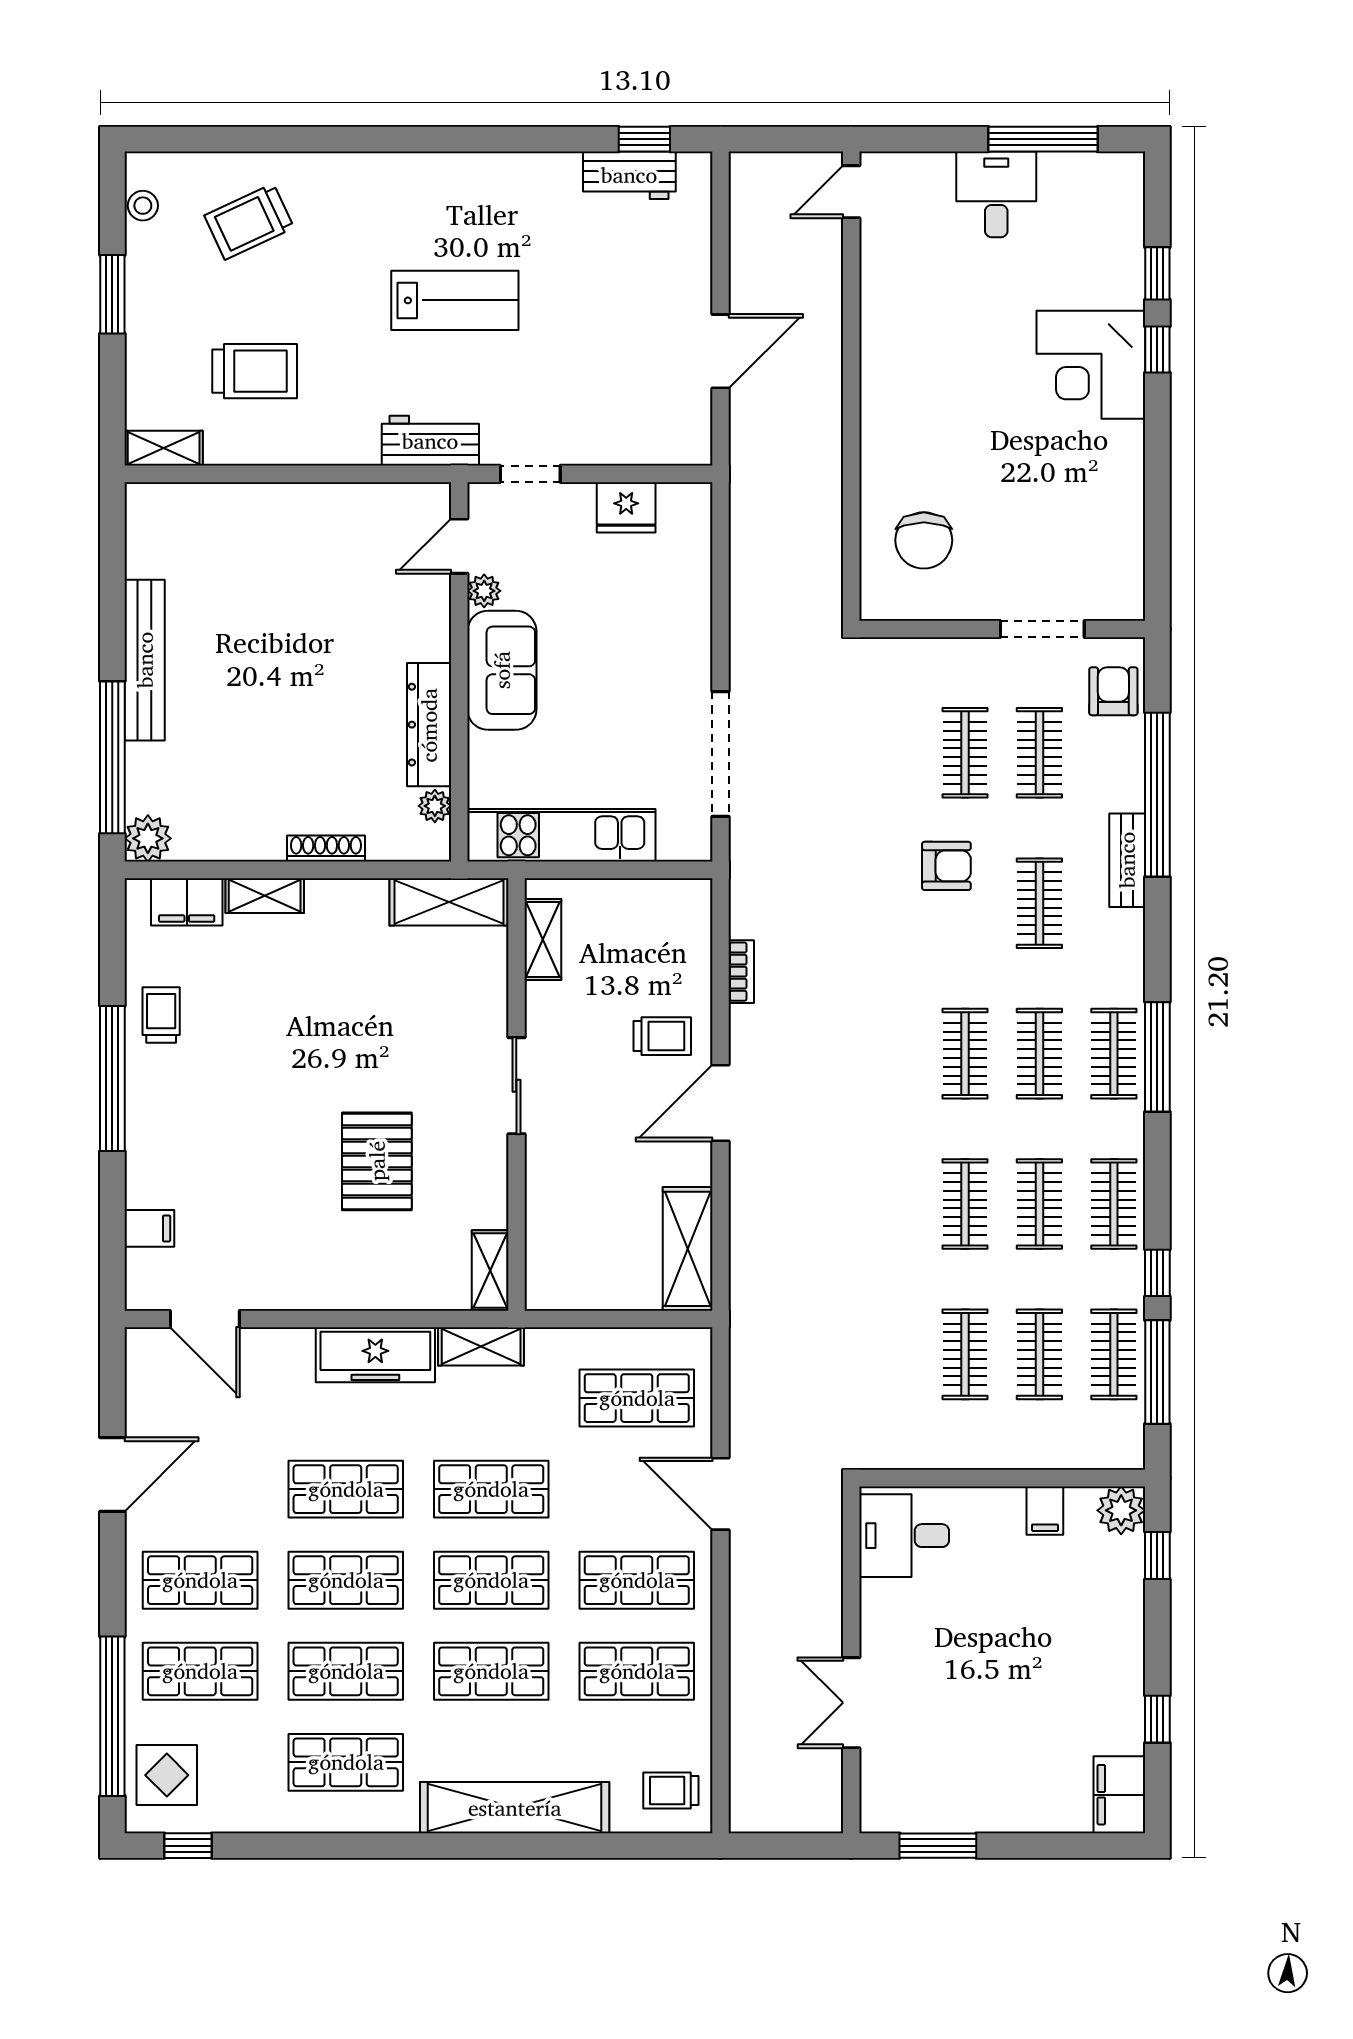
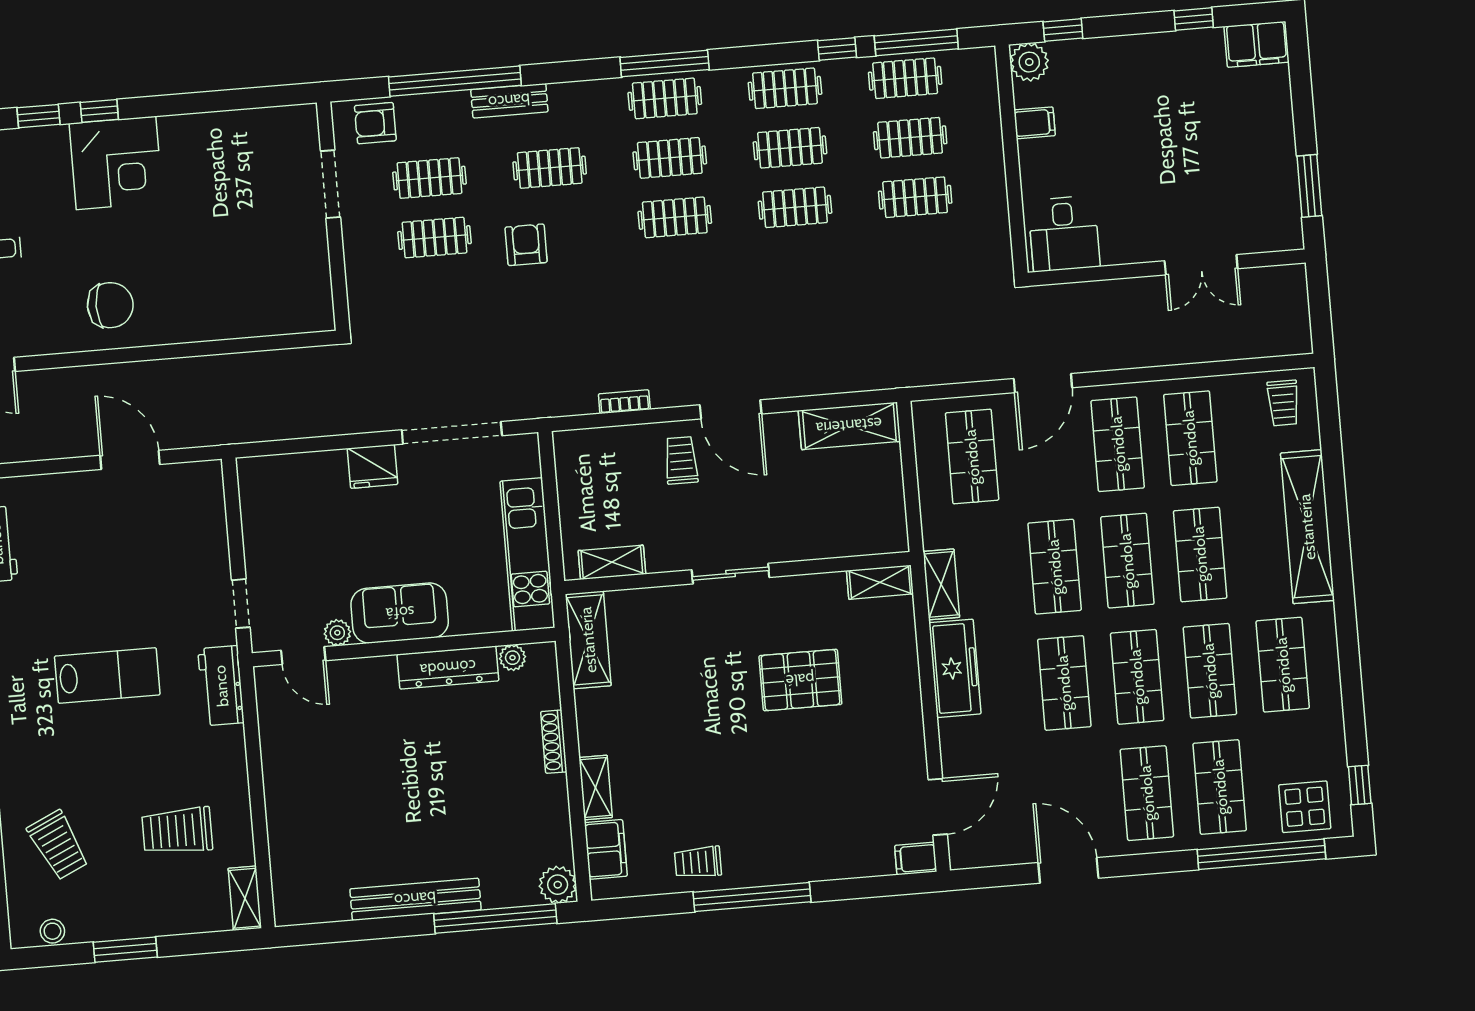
lab bench: (455, 300) -> (107, 675), turned 90
trolley: (255, 371) -> (177, 831), turned -90
fridge: (626, 507) -> (372, 466), moved, turned 90
chair: (924, 540) -> (110, 305), moved
filing cabinet: (149, 1228) -> (916, 858), moved, turned -90

